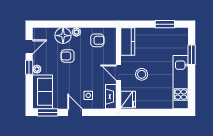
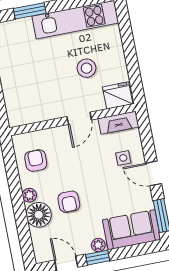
kitchen counter: (128, 41) -> (28, 113), removed
stool: (142, 74) -> (87, 68), moved
door: (75, 112) -> (153, 173), hinge flipped

